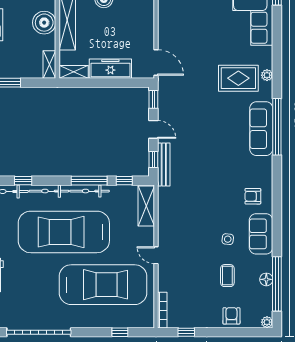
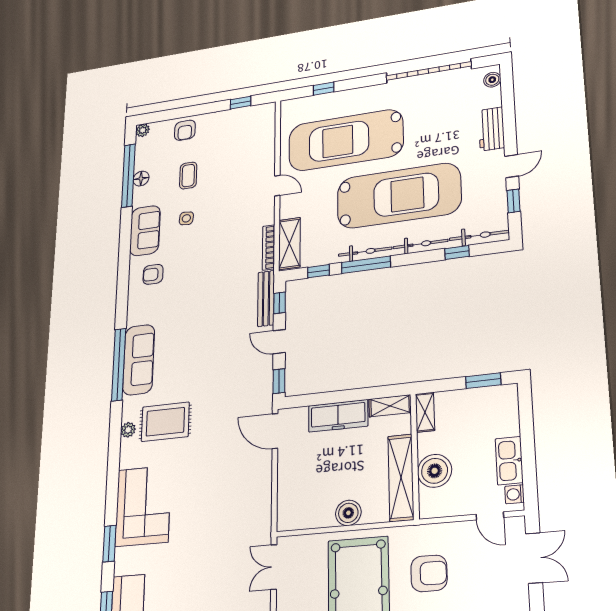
armchair: (253, 196) -> (153, 274), turned 180
bookcase: (162, 310) -> (269, 247), moved

